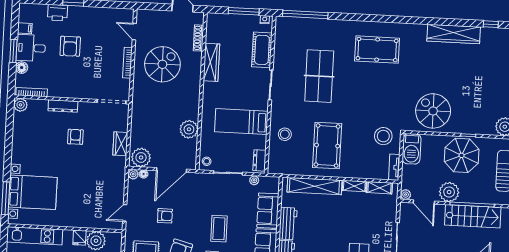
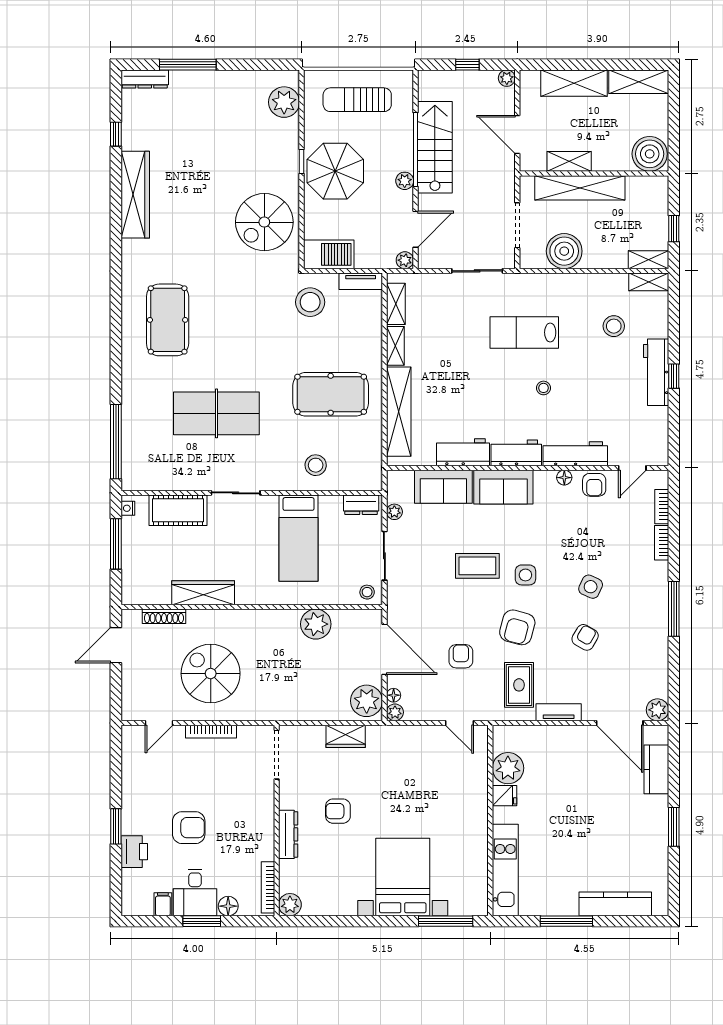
bed with nightstands: (33, 192) -> (403, 877), moved
plant: (449, 192) -> (405, 181), width x0.53, depth x0.53

